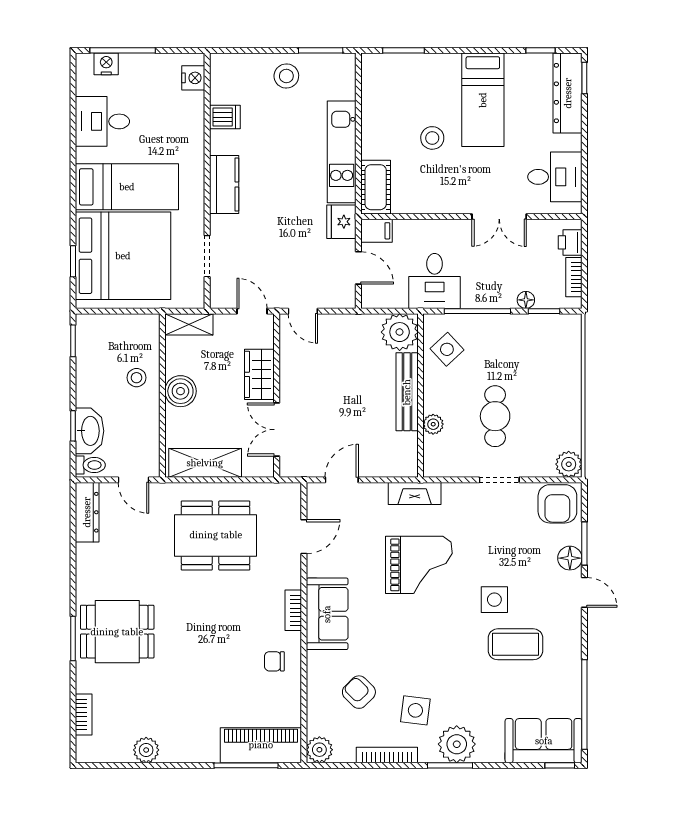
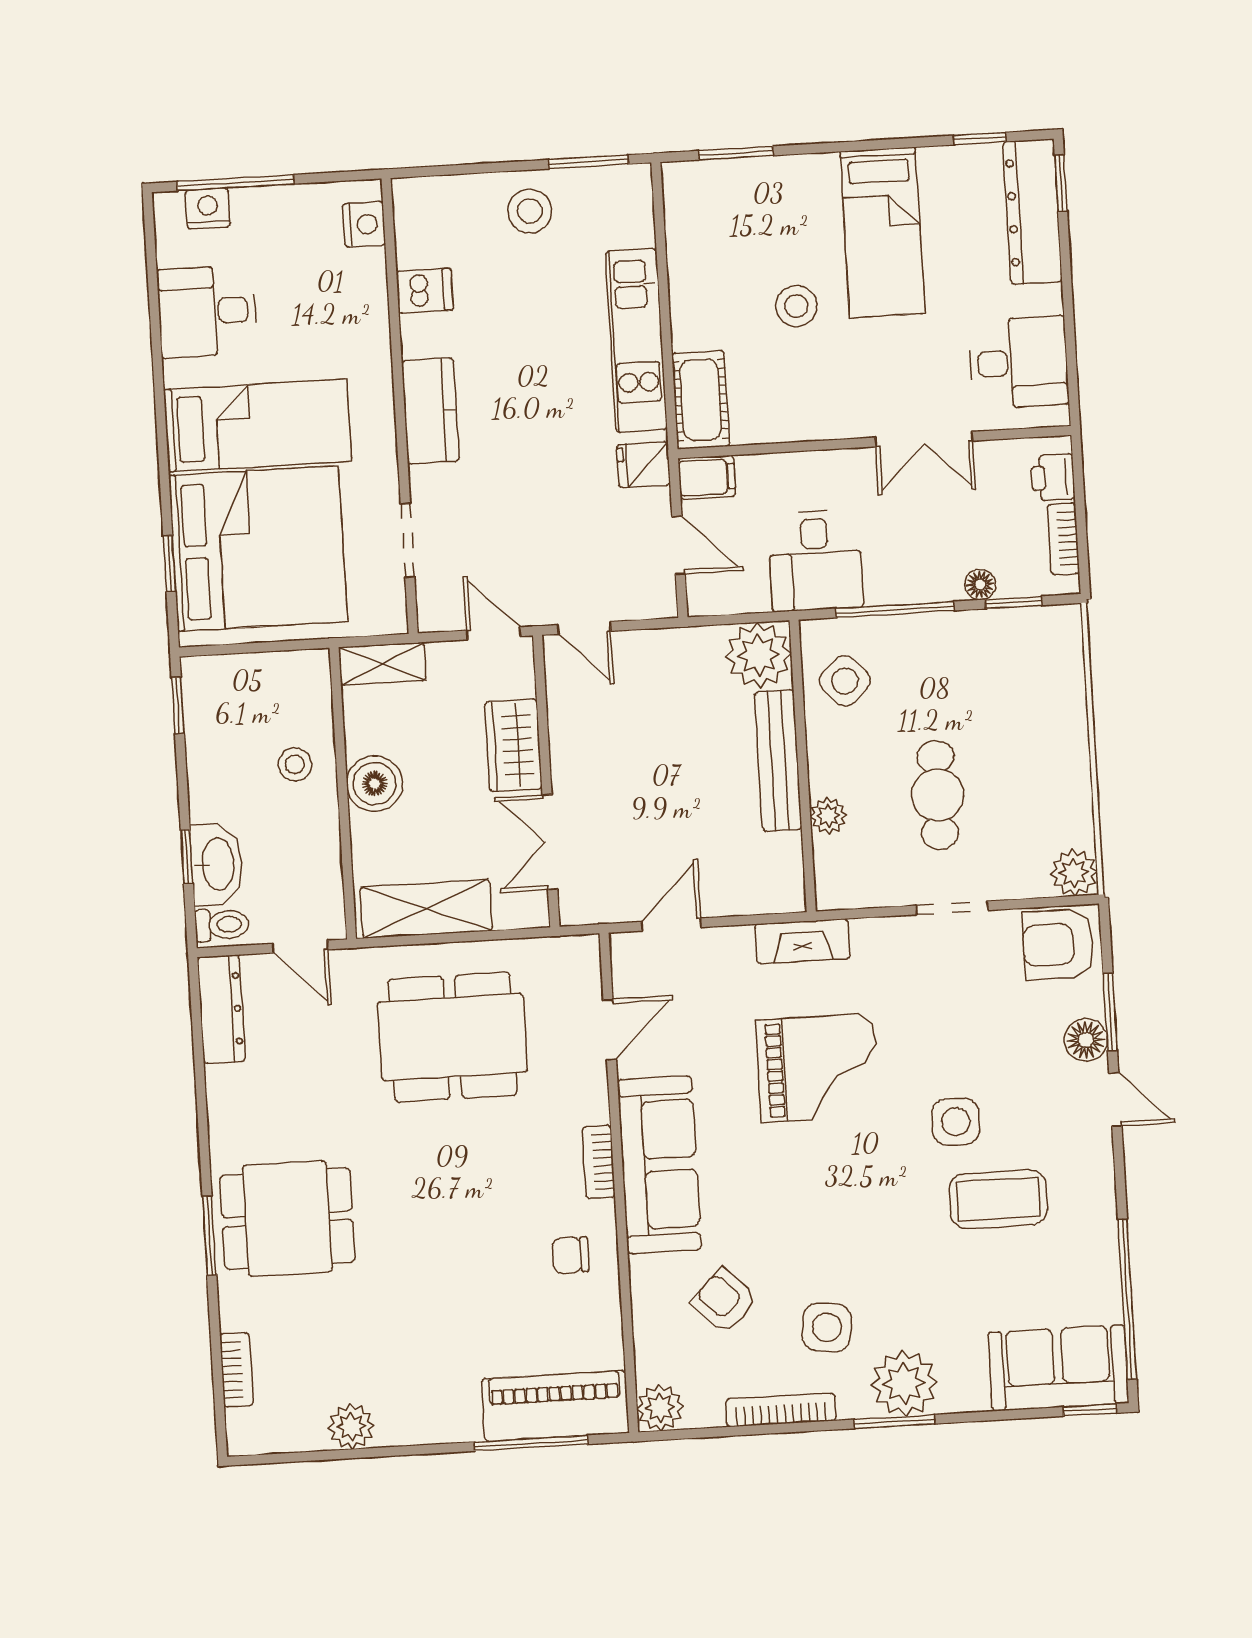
fridge: (341, 222) -> (643, 465), width x0.72
armchair: (557, 504) -> (1058, 944), turned 90
sofa: (327, 614) -> (659, 1165), width x1.36

